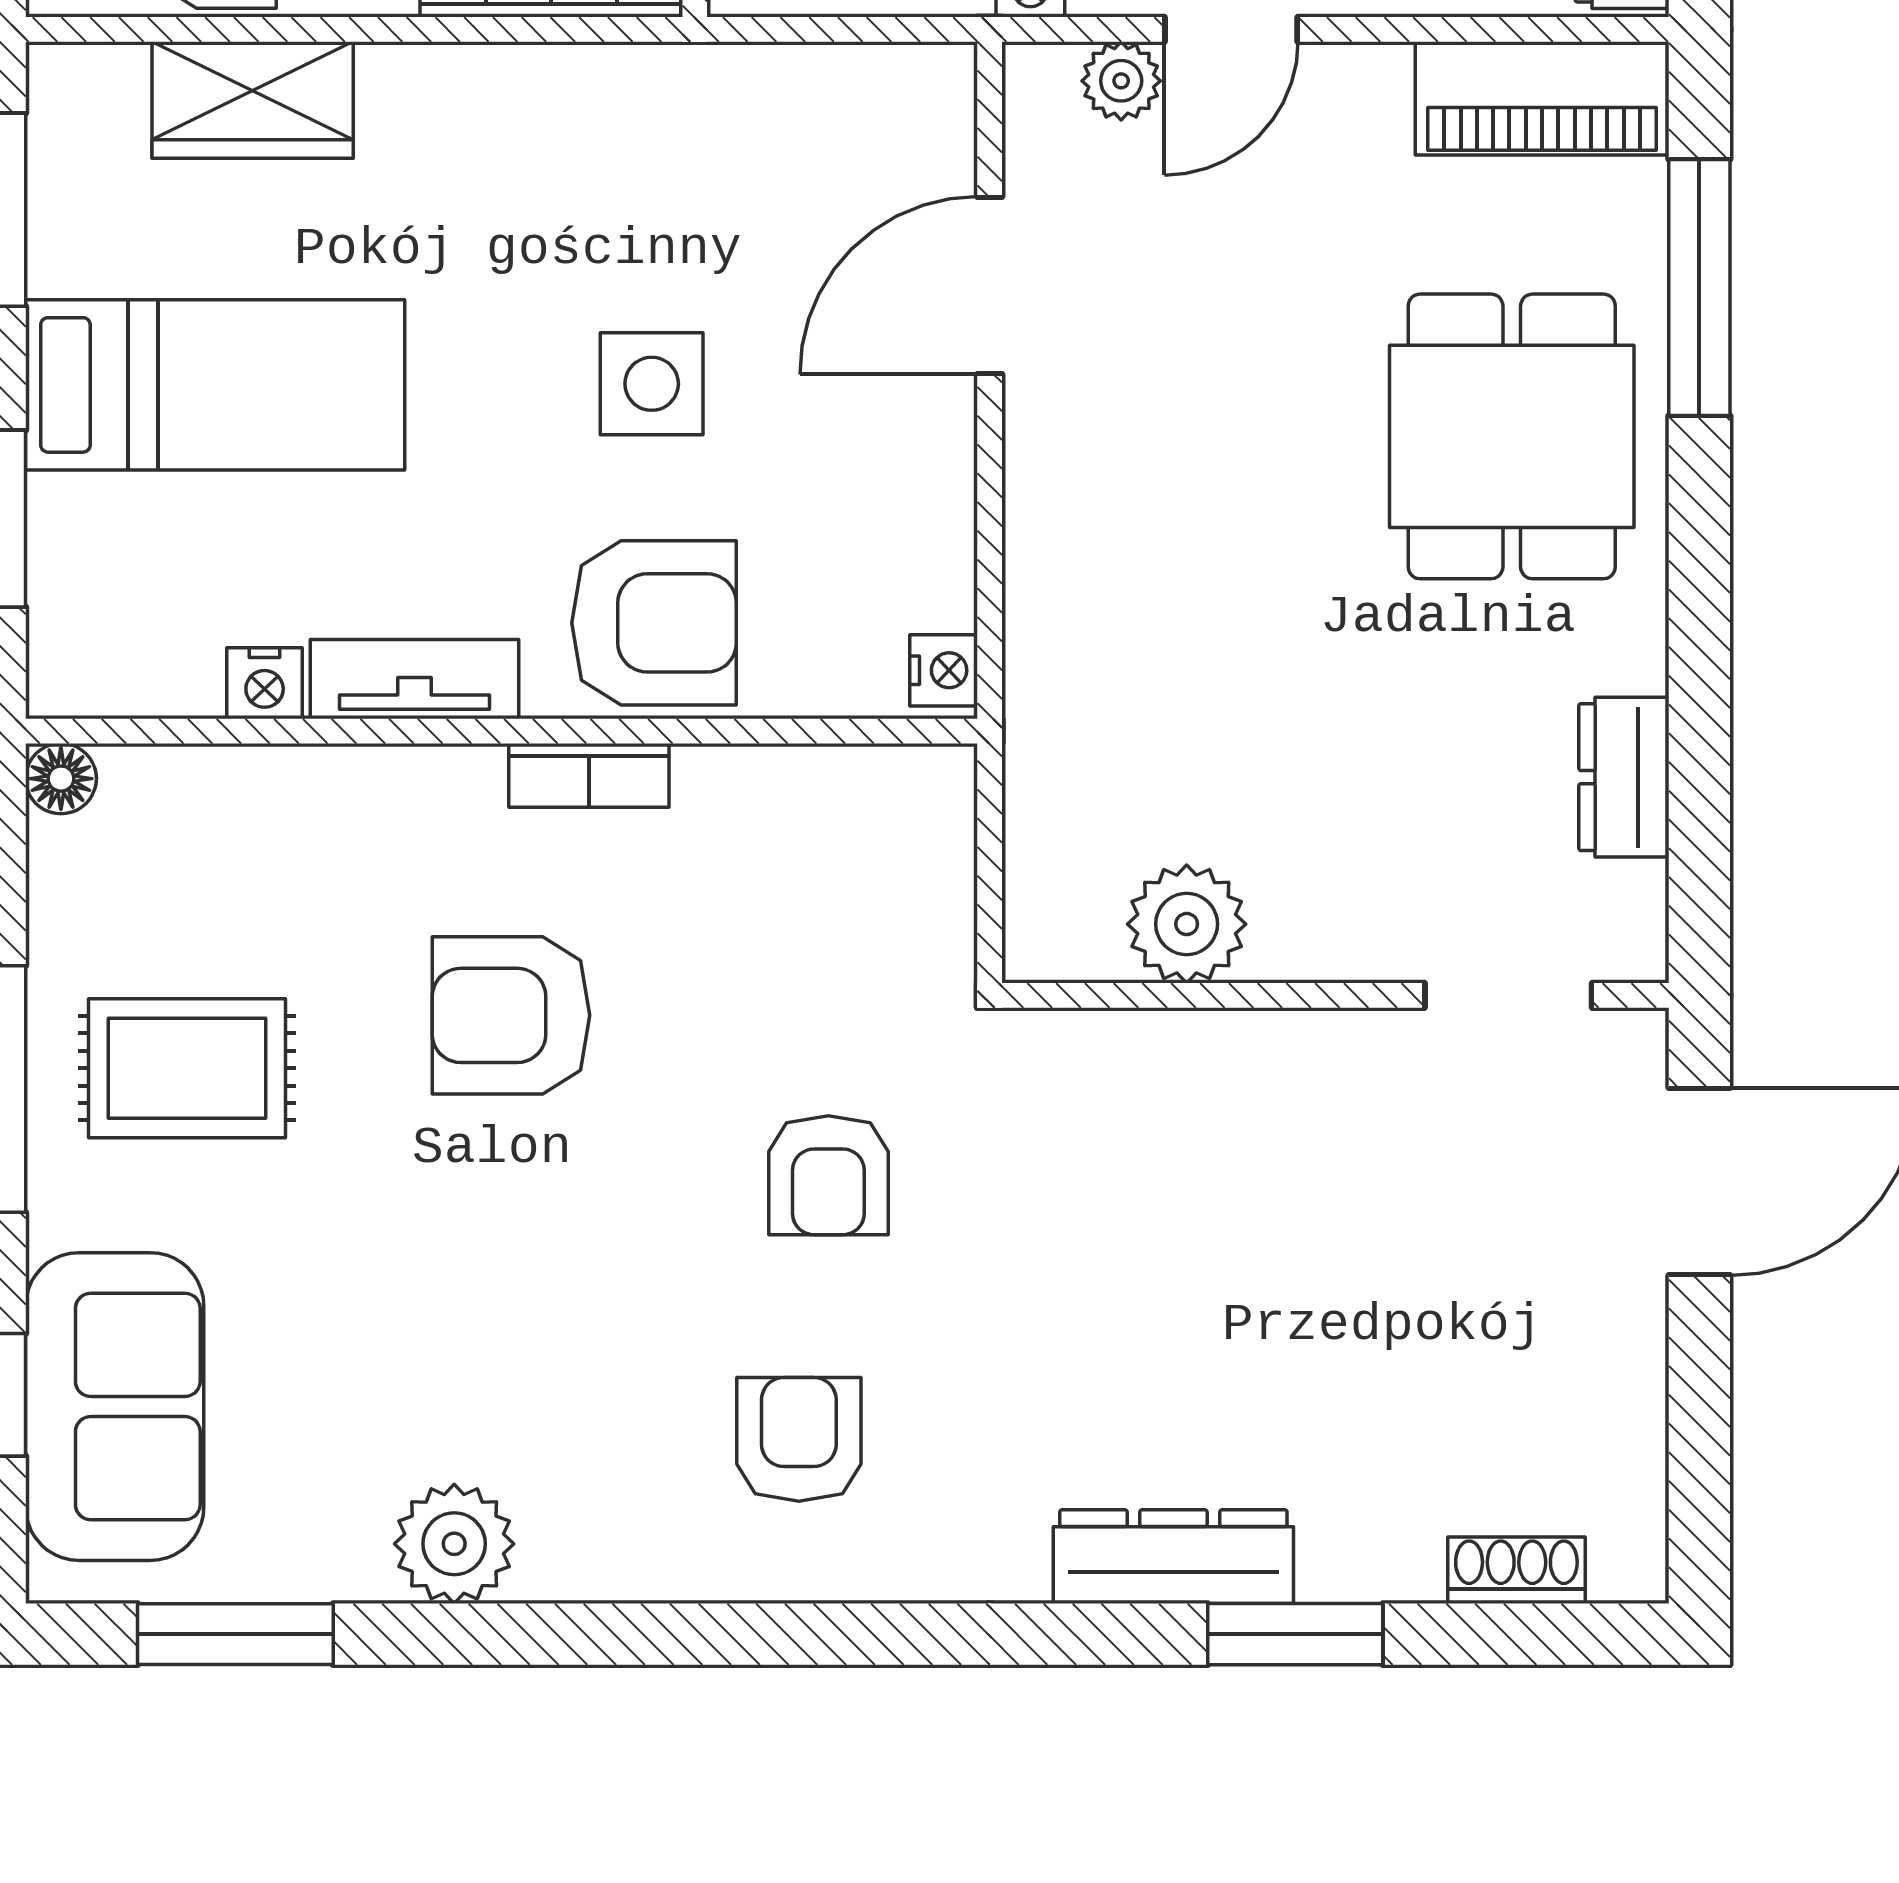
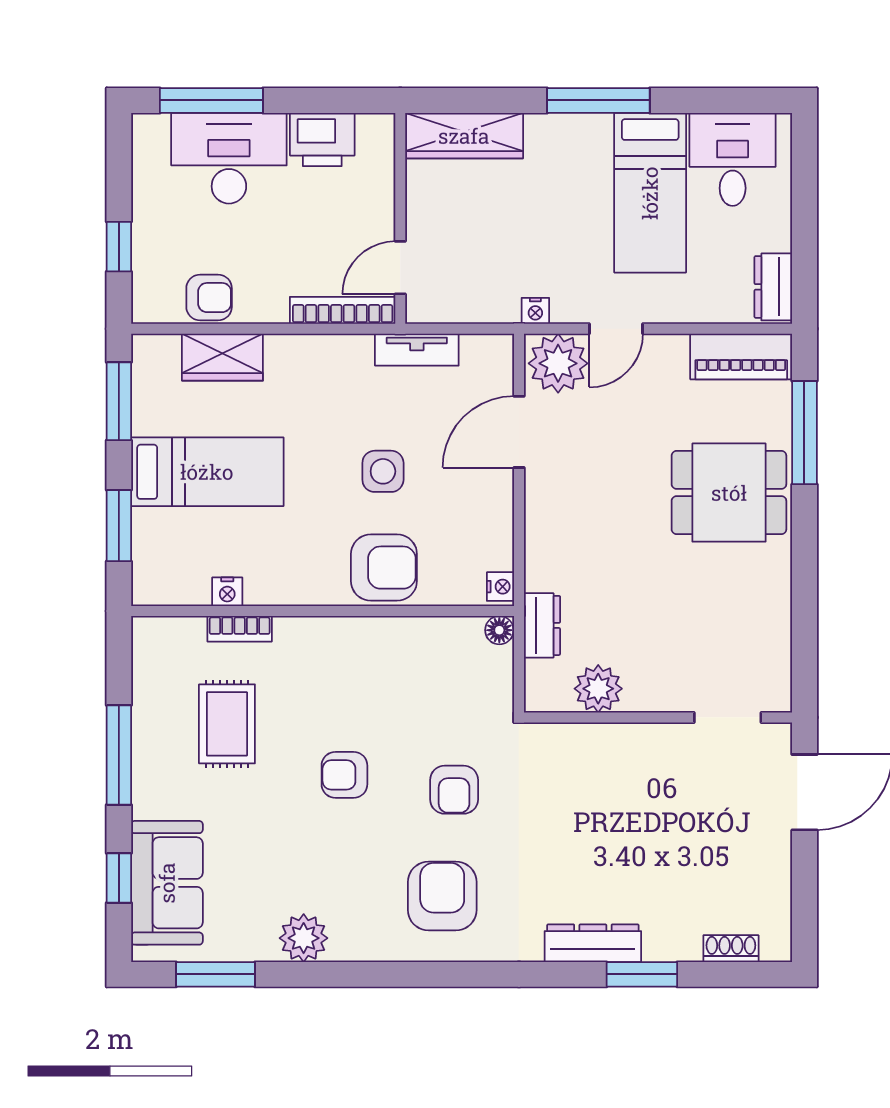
plant: (1121, 81) -> (558, 363), width x1.88, depth x1.88
dining table: (1512, 436) -> (729, 493), turned 90
tv unit: (414, 679) -> (417, 350), moved, turned 180
bookcase: (589, 775) -> (240, 629), moved
dresser: (1624, 777) -> (542, 625), moved, turned 180
floor lamp: (61, 779) -> (499, 630), moved
armchair: (511, 1015) -> (344, 775), moved, width x0.72, depth x0.72
rug: (187, 1068) -> (227, 724), moved, turned 90
armchair: (799, 1439) -> (442, 896), width x1.38, depth x1.38

